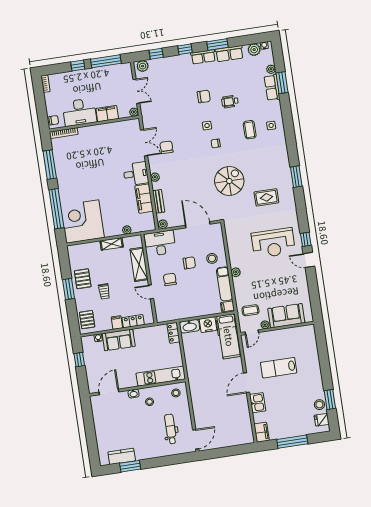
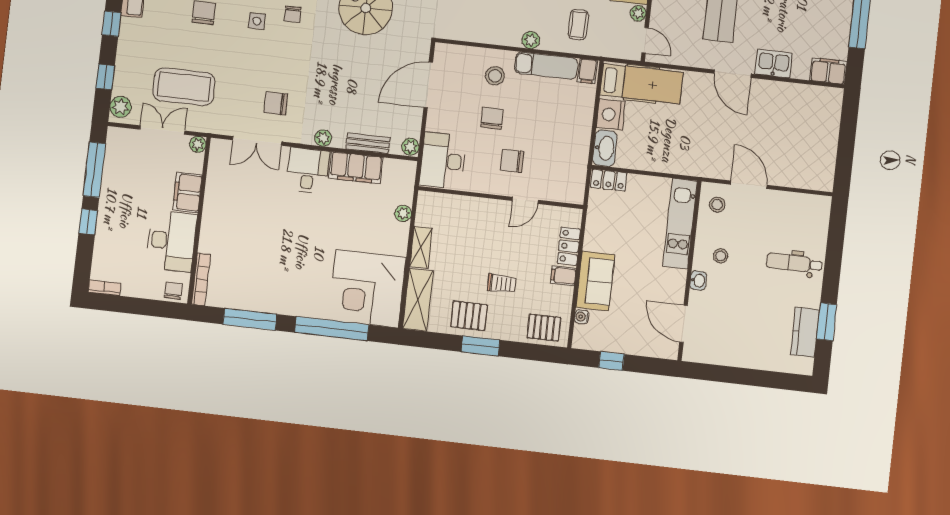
coffee table: (162, 97) -> (184, 87), added
double door: (144, 143) -> (257, 141), swing flipped
shelving: (139, 264) -> (418, 300), moved, turned 90
coffee table: (250, 310) -> (578, 25), moved
dental chair: (171, 429) -> (794, 263), moved
door: (196, 439) -> (749, 185), moved

